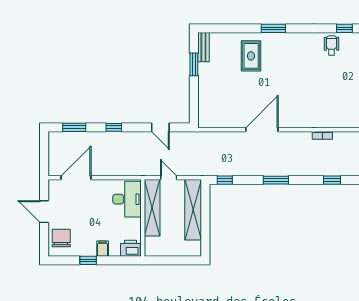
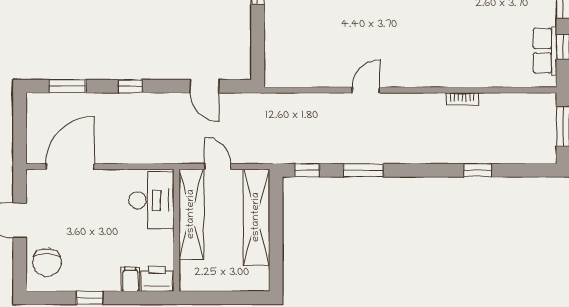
door: (262, 130) -> (366, 90), width x0.53
window: (276, 180) -> (363, 170), moved
chair: (61, 238) -> (47, 262), turned 180
filing cabinet: (103, 249) -> (130, 279), moved

